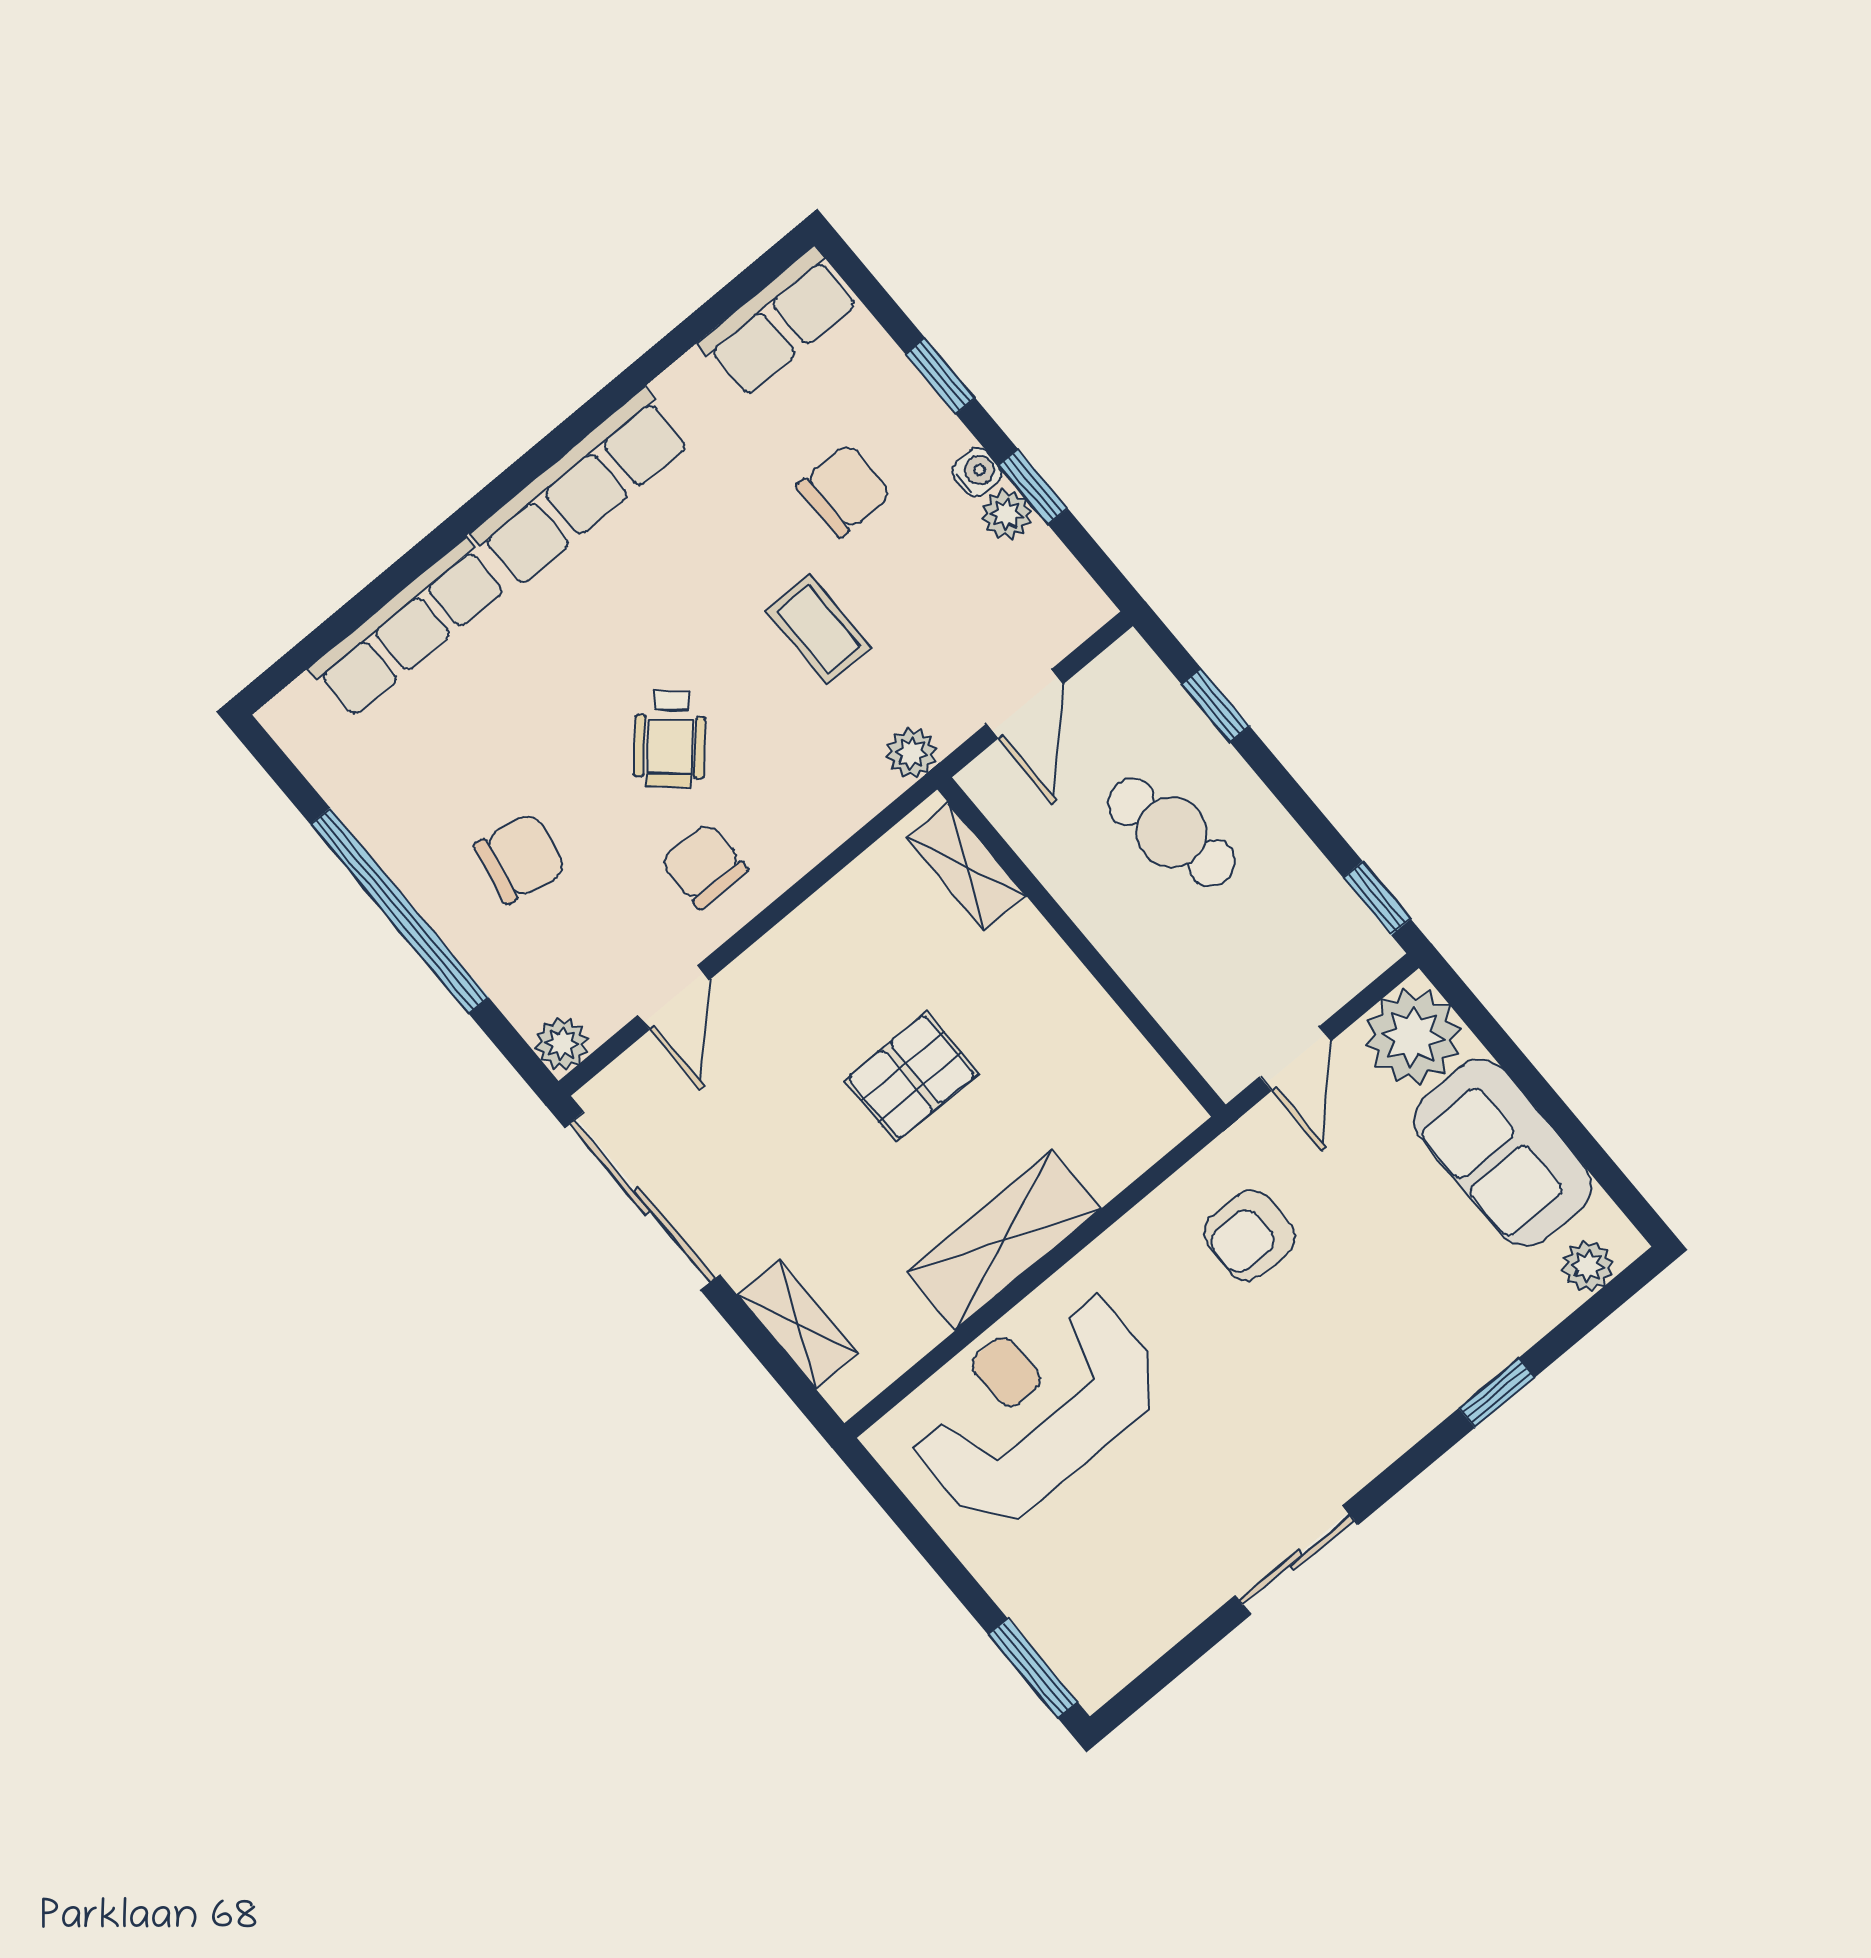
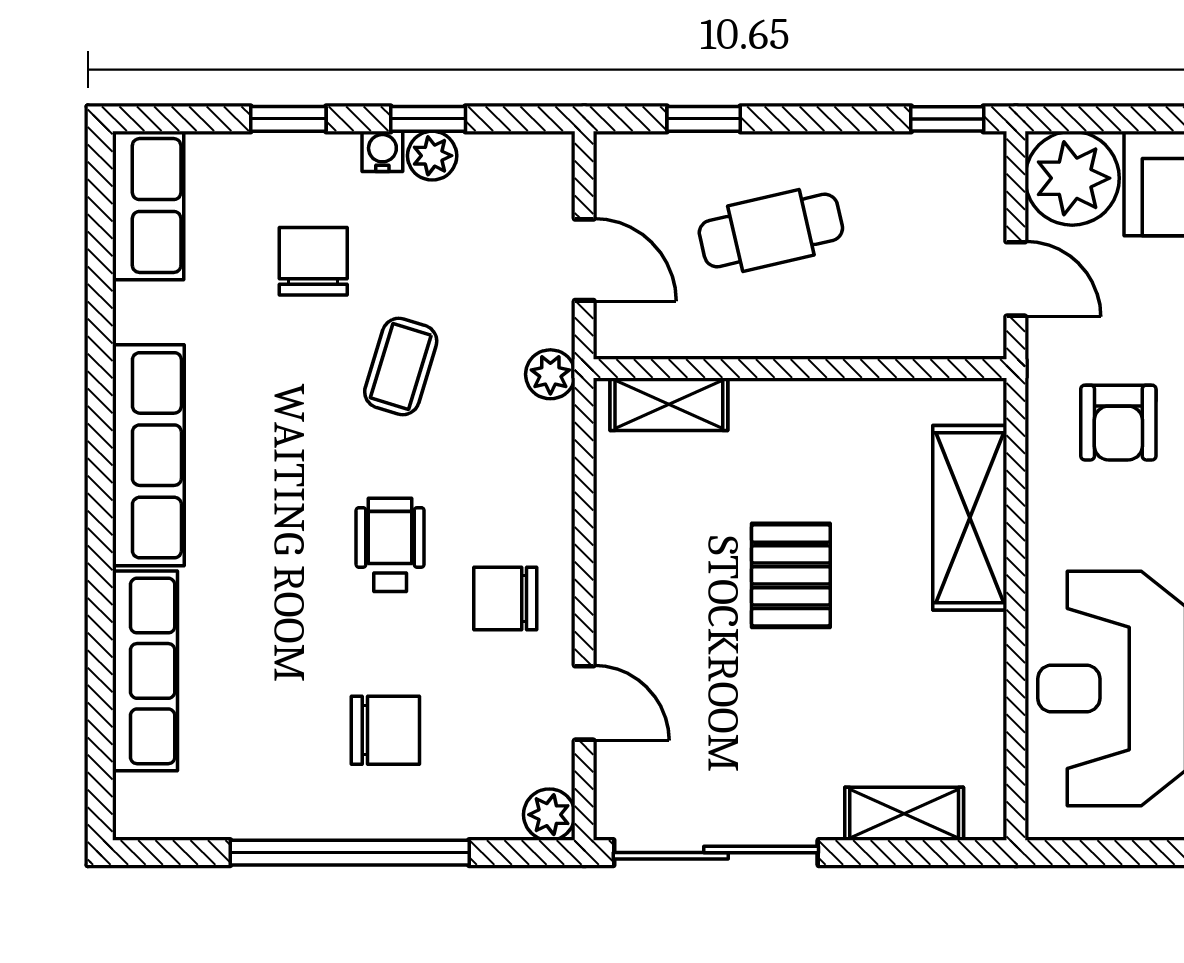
coffee table: (819, 629) -> (401, 367), turned -73
wheelchair: (670, 739) -> (390, 545), turned -132
chair: (520, 858) -> (385, 730), turned 79
shelving: (1004, 1240) -> (970, 518), moved

